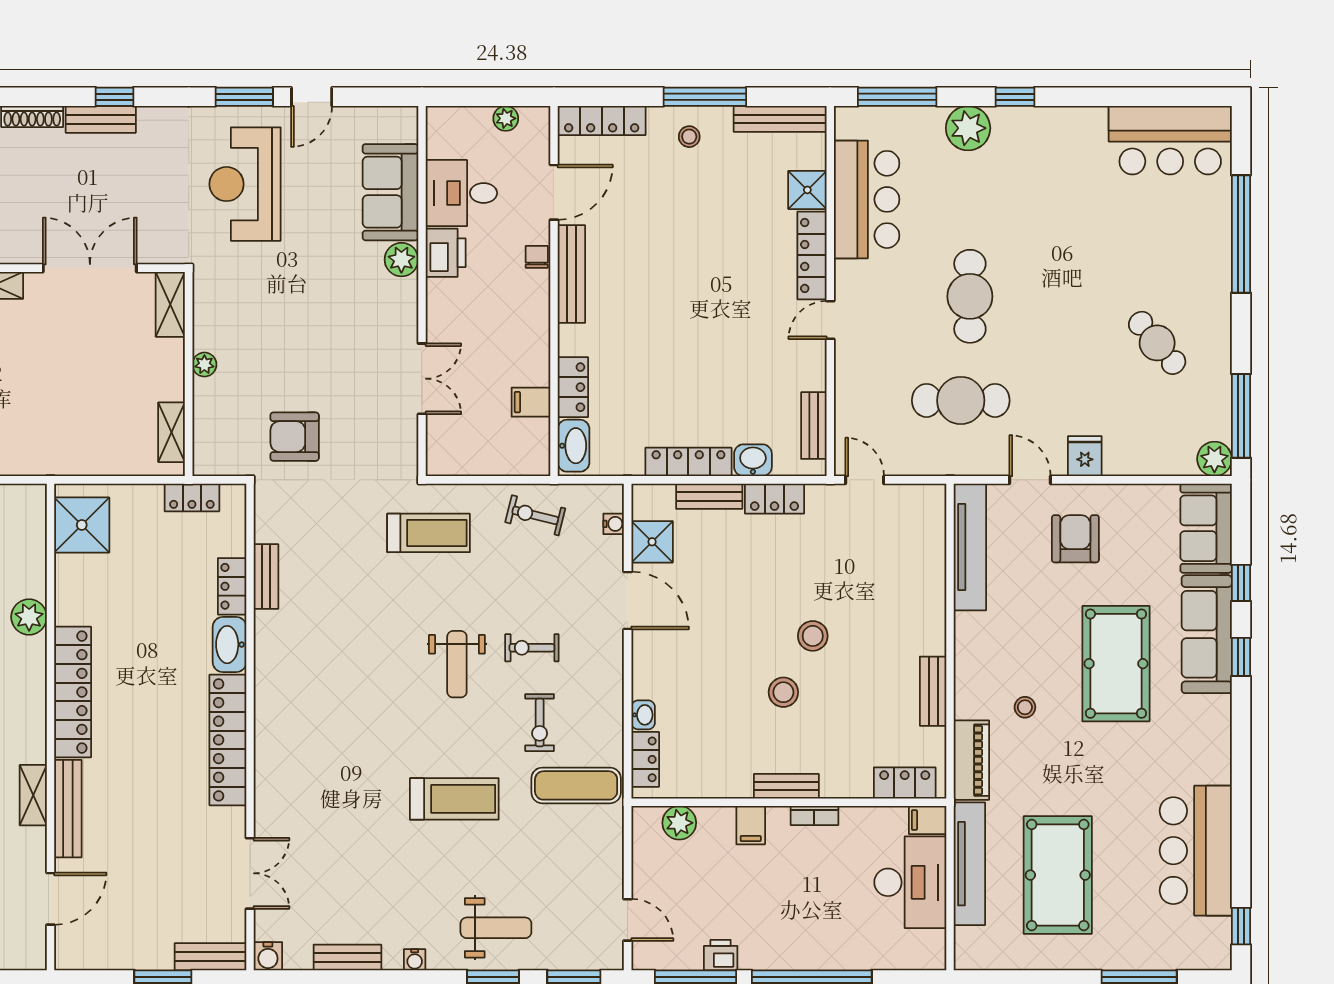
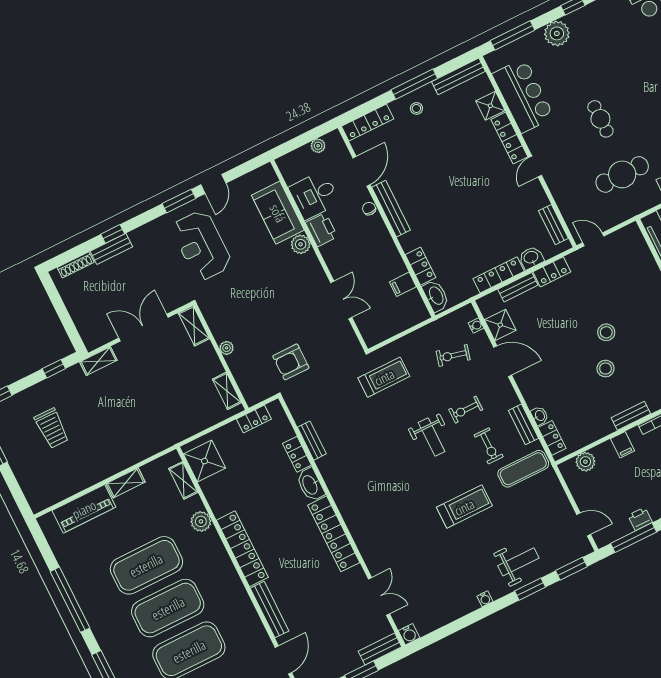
cafe table: (970, 296) -> (600, 119), width x0.73, depth x0.74
exercise bike: (535, 515) -> (453, 355), moved
shelving: (33, 795) -> (183, 480), moved
bench: (347, 958) -> (523, 424), moved, turned 90

